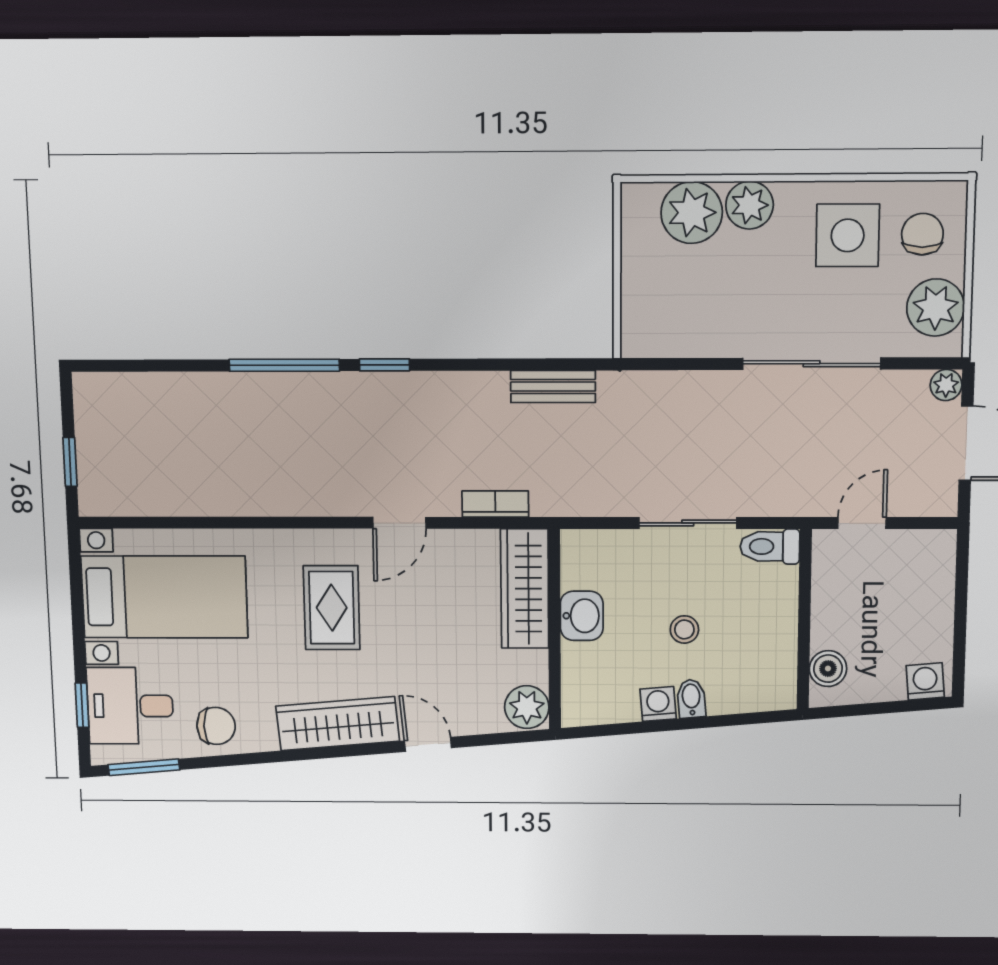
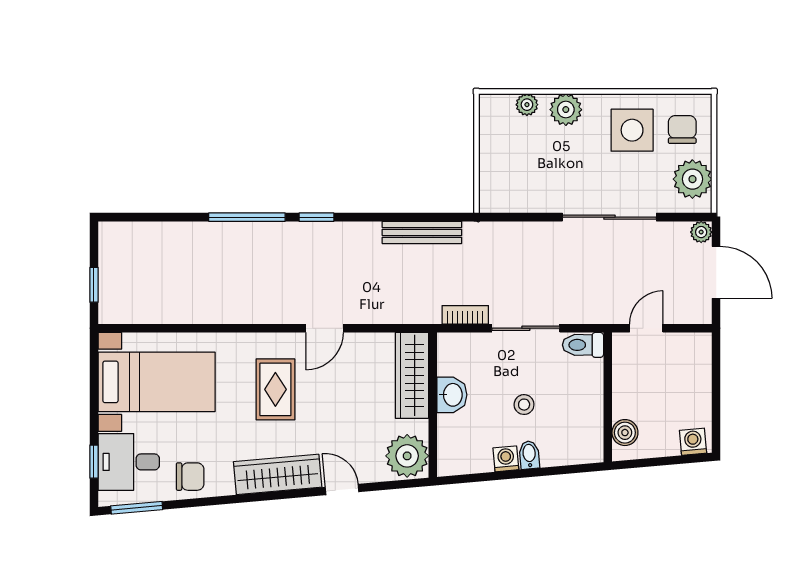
plant: (692, 213) -> (527, 105), width x0.53, depth x0.53
bench: (553, 387) -> (422, 232), width x1.36
bookcase: (495, 504) -> (465, 315), moved
plant: (527, 707) -> (407, 456), width x1.36, depth x1.36

